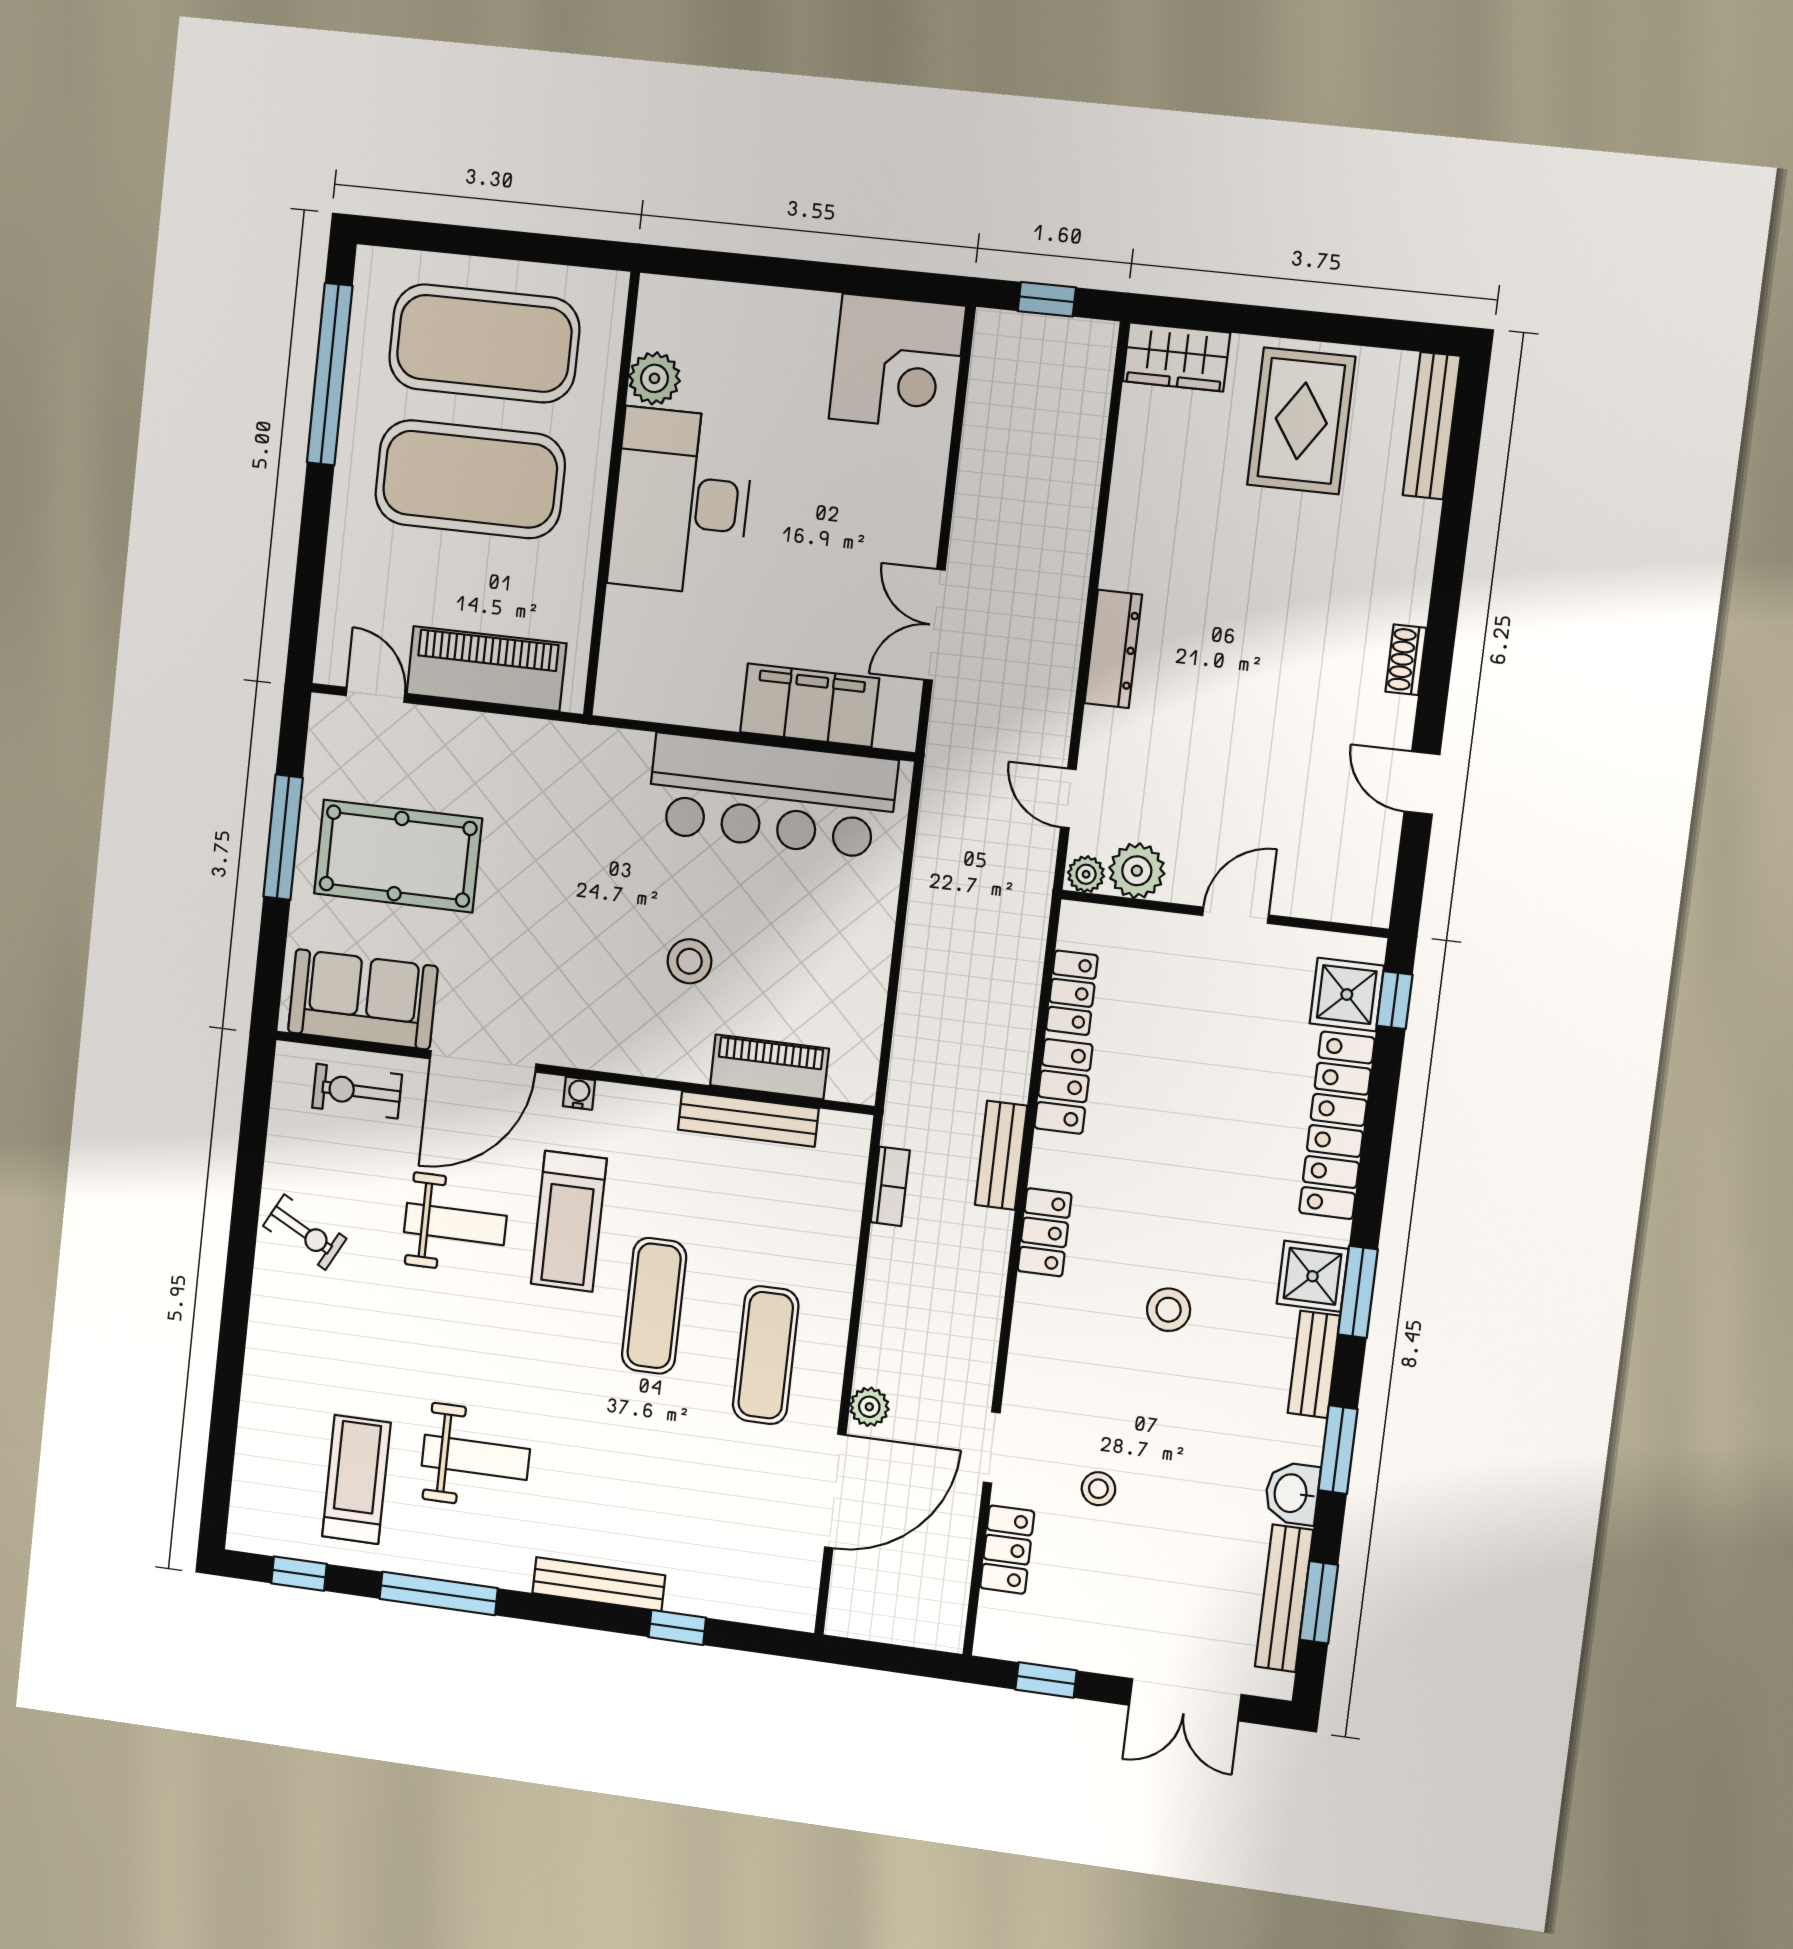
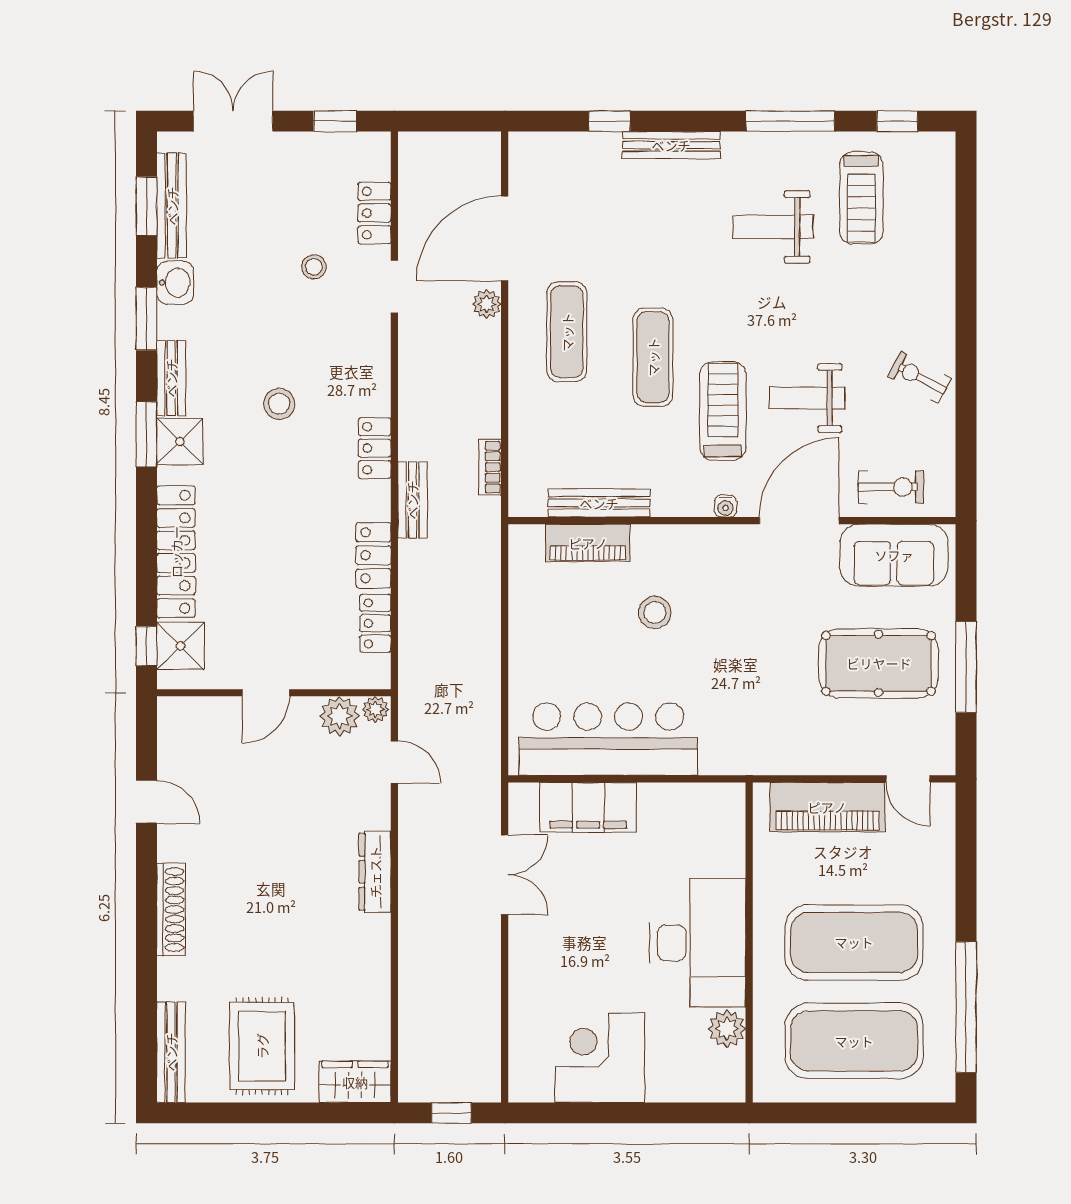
corner desk: (897, 362) -> (600, 1058), moved
shoe rack: (1406, 660) -> (171, 910), width x1.94, depth x1.24

